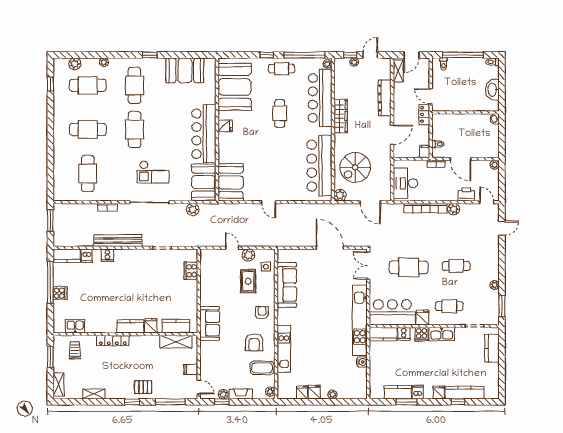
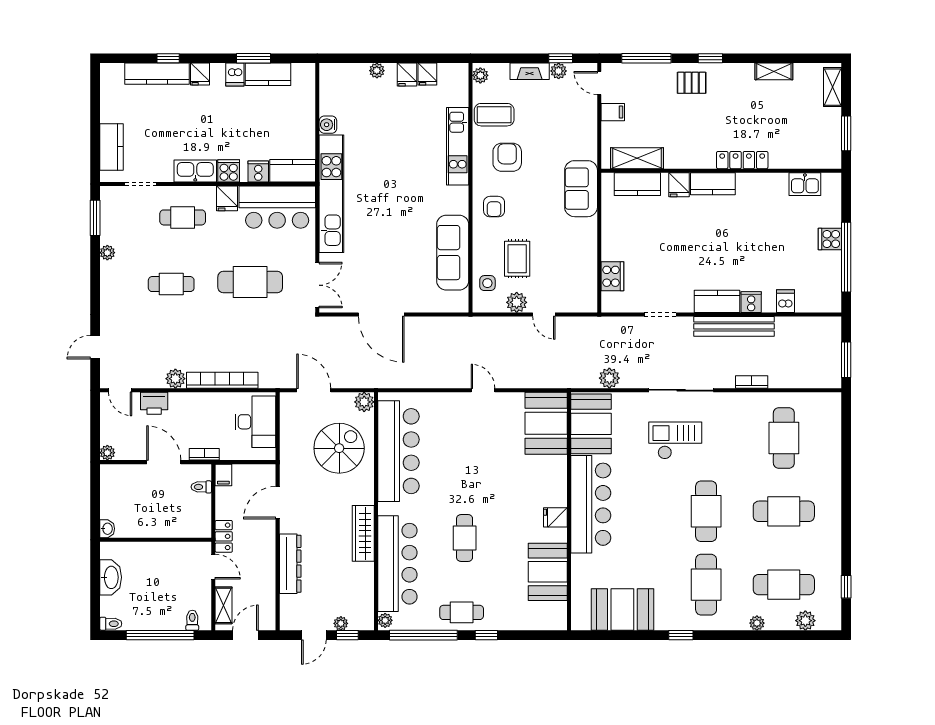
shelving: (398, 71) -> (224, 605), moved
booth: (235, 87) -> (548, 572), width x0.73, depth x0.70
kitchen counter: (67, 256) -> (717, 301), moved
trolley: (75, 350) -> (805, 144), removed

